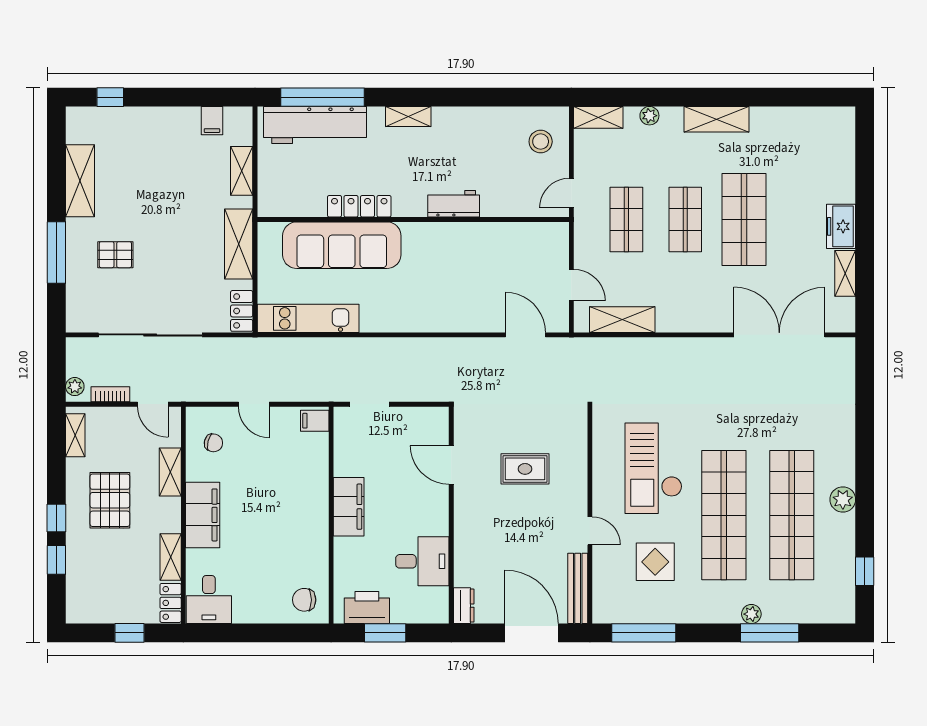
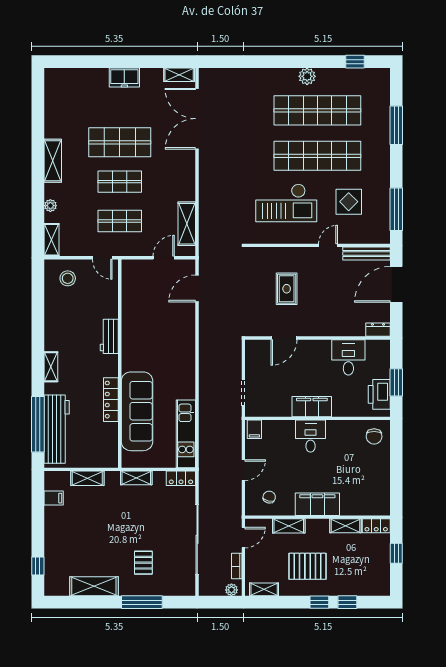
shelving: (239, 244) -> (136, 478), width x0.67, depth x0.75
shelving: (845, 273) -> (179, 75), moved
desk: (209, 599) -> (311, 436), moved, turned -90
plant: (751, 614) -> (384, 137), removed

